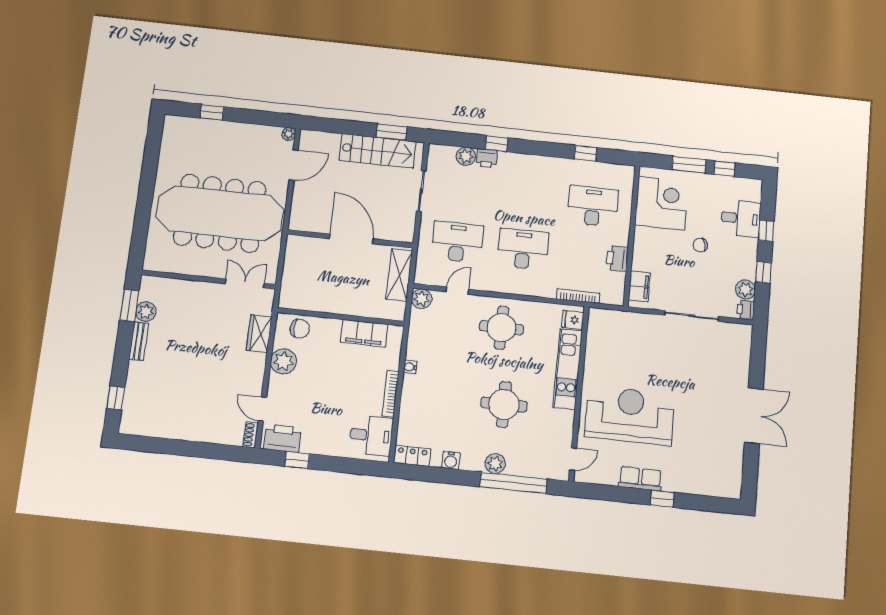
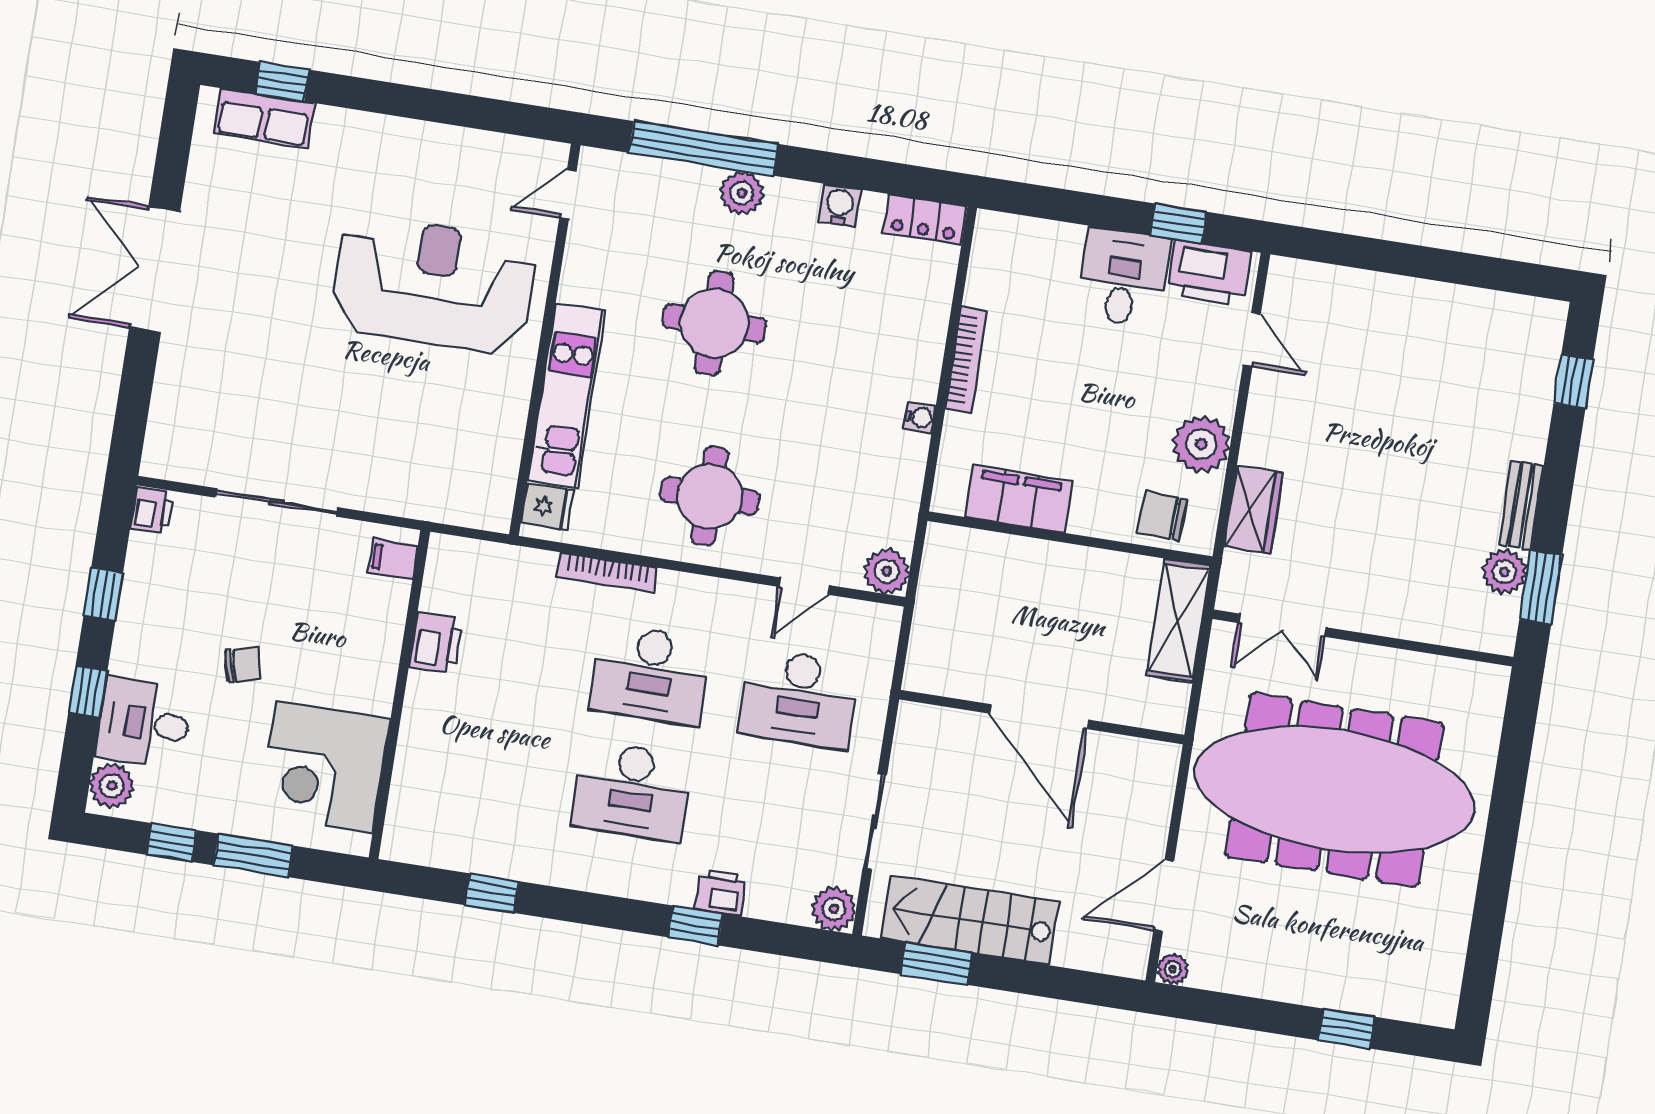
plant: (466, 156) -> (834, 909), moved
desk: (593, 206) -> (632, 791), moved
shelving: (399, 275) -> (1179, 620), moved
filing cabinet: (639, 286) -> (393, 559), width x0.50
plant: (745, 289) -> (112, 786), moved
bookcase: (578, 296) -> (607, 572), moved
reception desk: (630, 415) -> (434, 284), turned 180
shoe rack: (251, 435) -> (1279, 284), removed
desk: (371, 435) -> (1123, 277), moved, turned 90
row of seats: (640, 479) -> (264, 118), moved
window: (662, 499) -> (282, 82), moved

